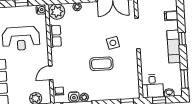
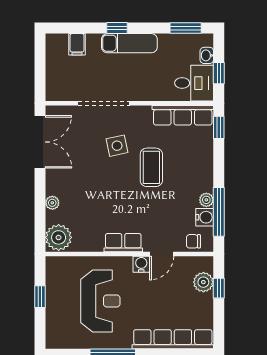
water cooler: (41, 10) -> (141, 264), moved
row of seats: (55, 36) -> (123, 243), moved
door: (51, 73) -> (162, 254), hinge flipped
row of seats: (133, 80) -> (183, 115), added

